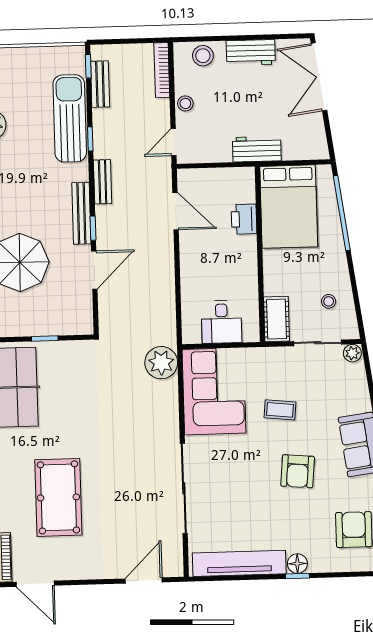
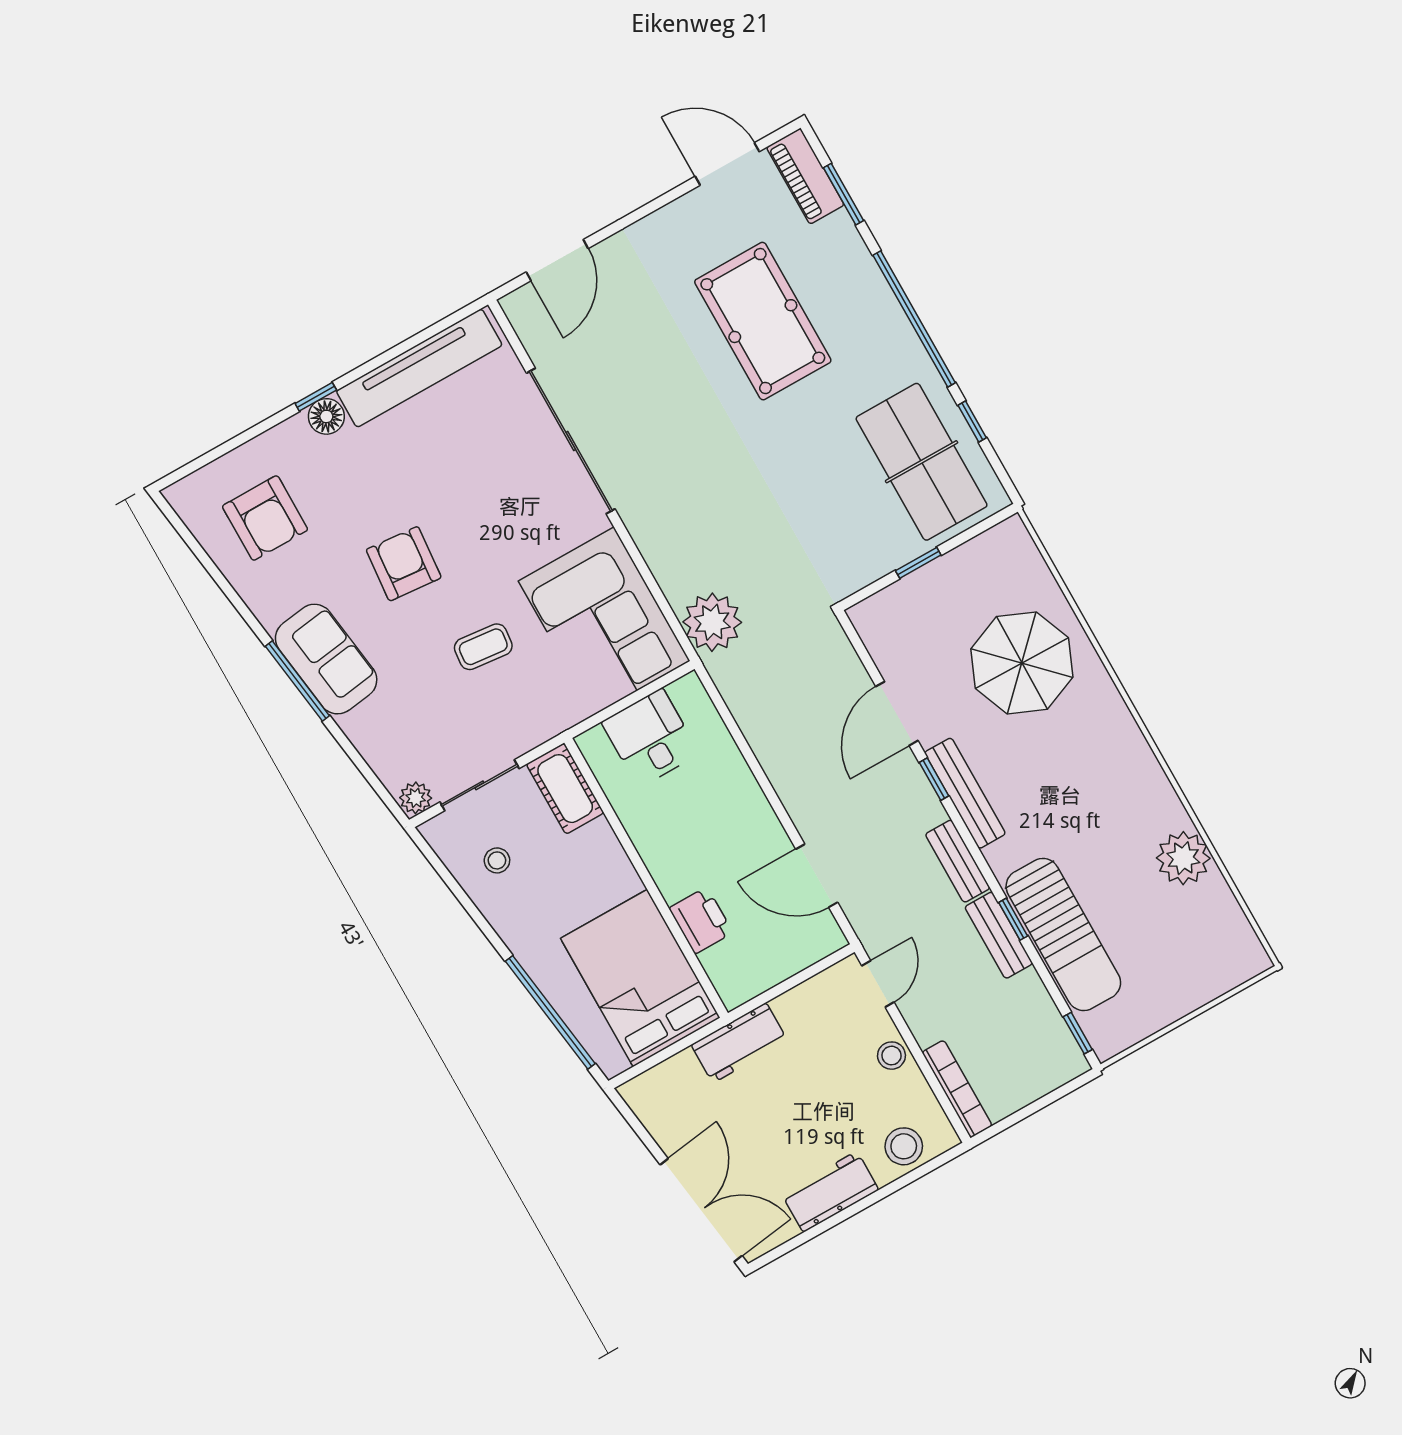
bench: (100, 84) -> (999, 935), moved

